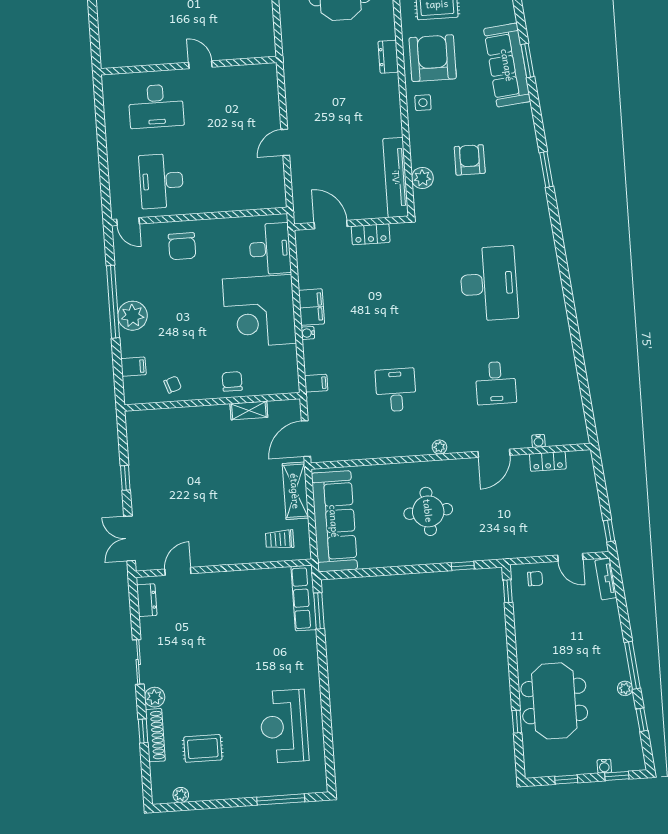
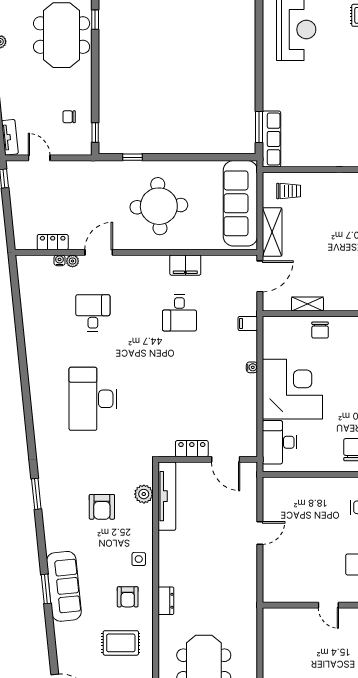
armchair: (433, 58) -> (128, 597), width x0.53, depth x0.53
filing cabinet: (312, 307) -> (185, 265), moved, turned -90
plant: (439, 447) -> (73, 261), moved
round table: (428, 511) -> (159, 206), width x1.36, depth x1.36
chair: (535, 579) -> (69, 117), moved

